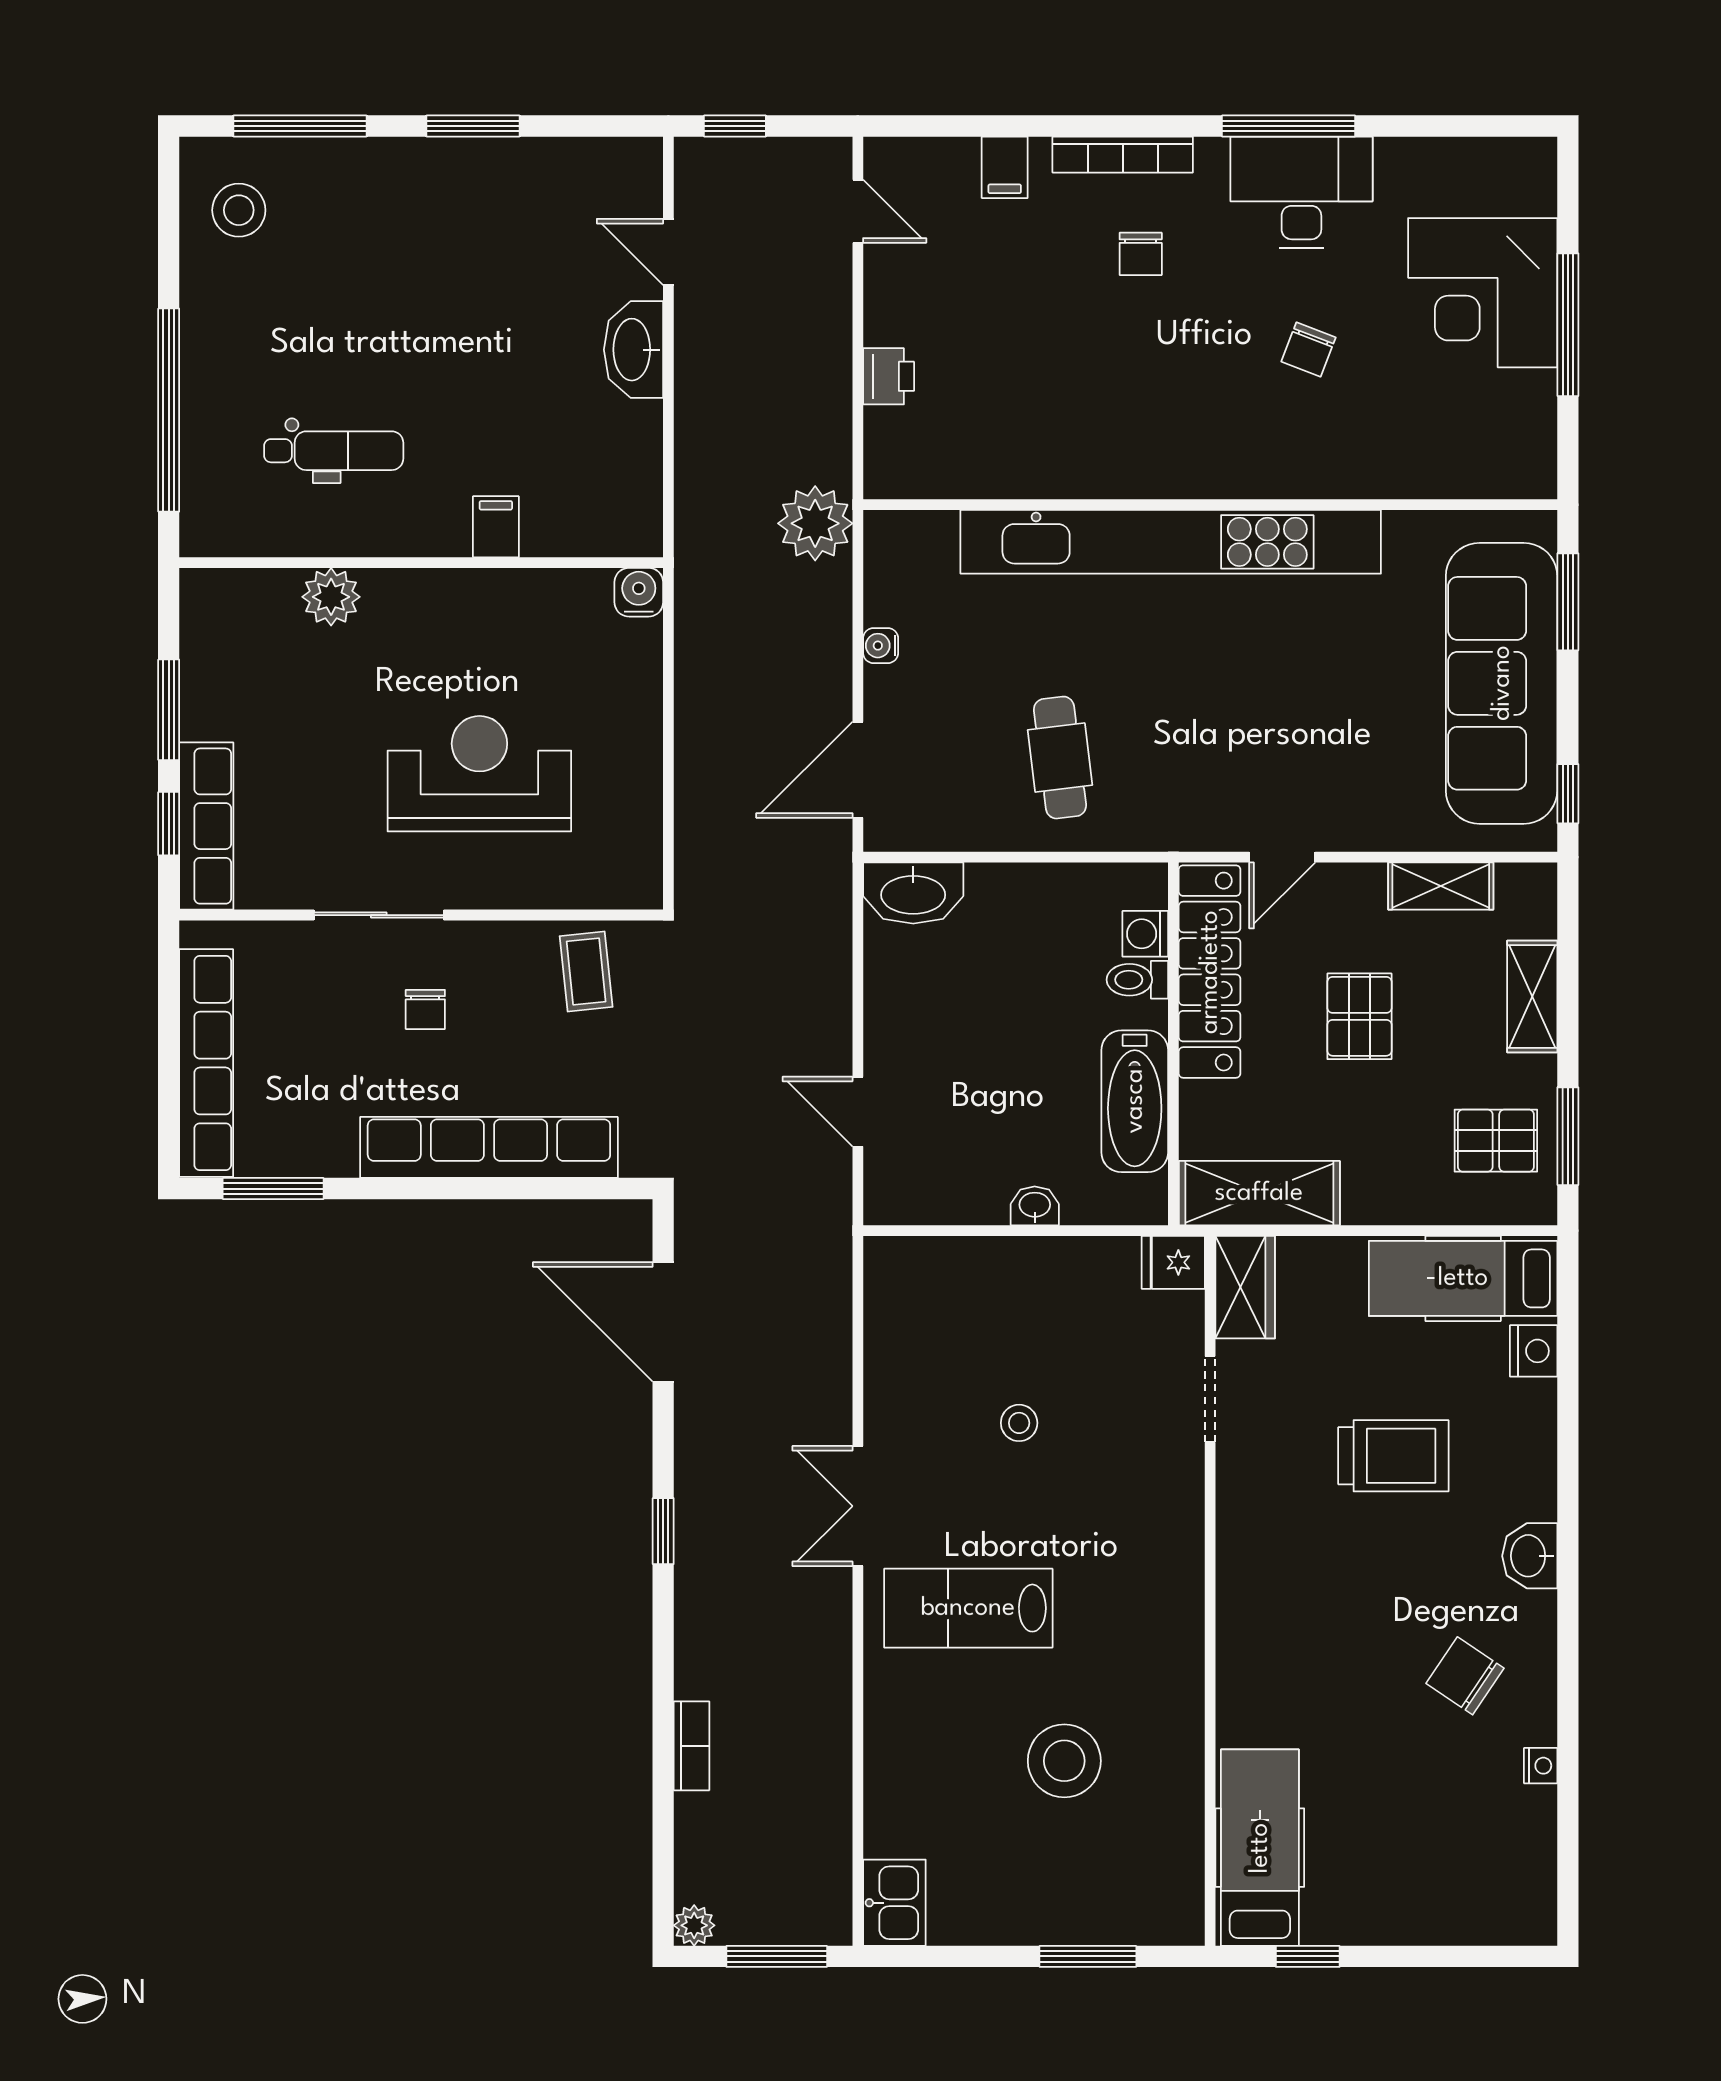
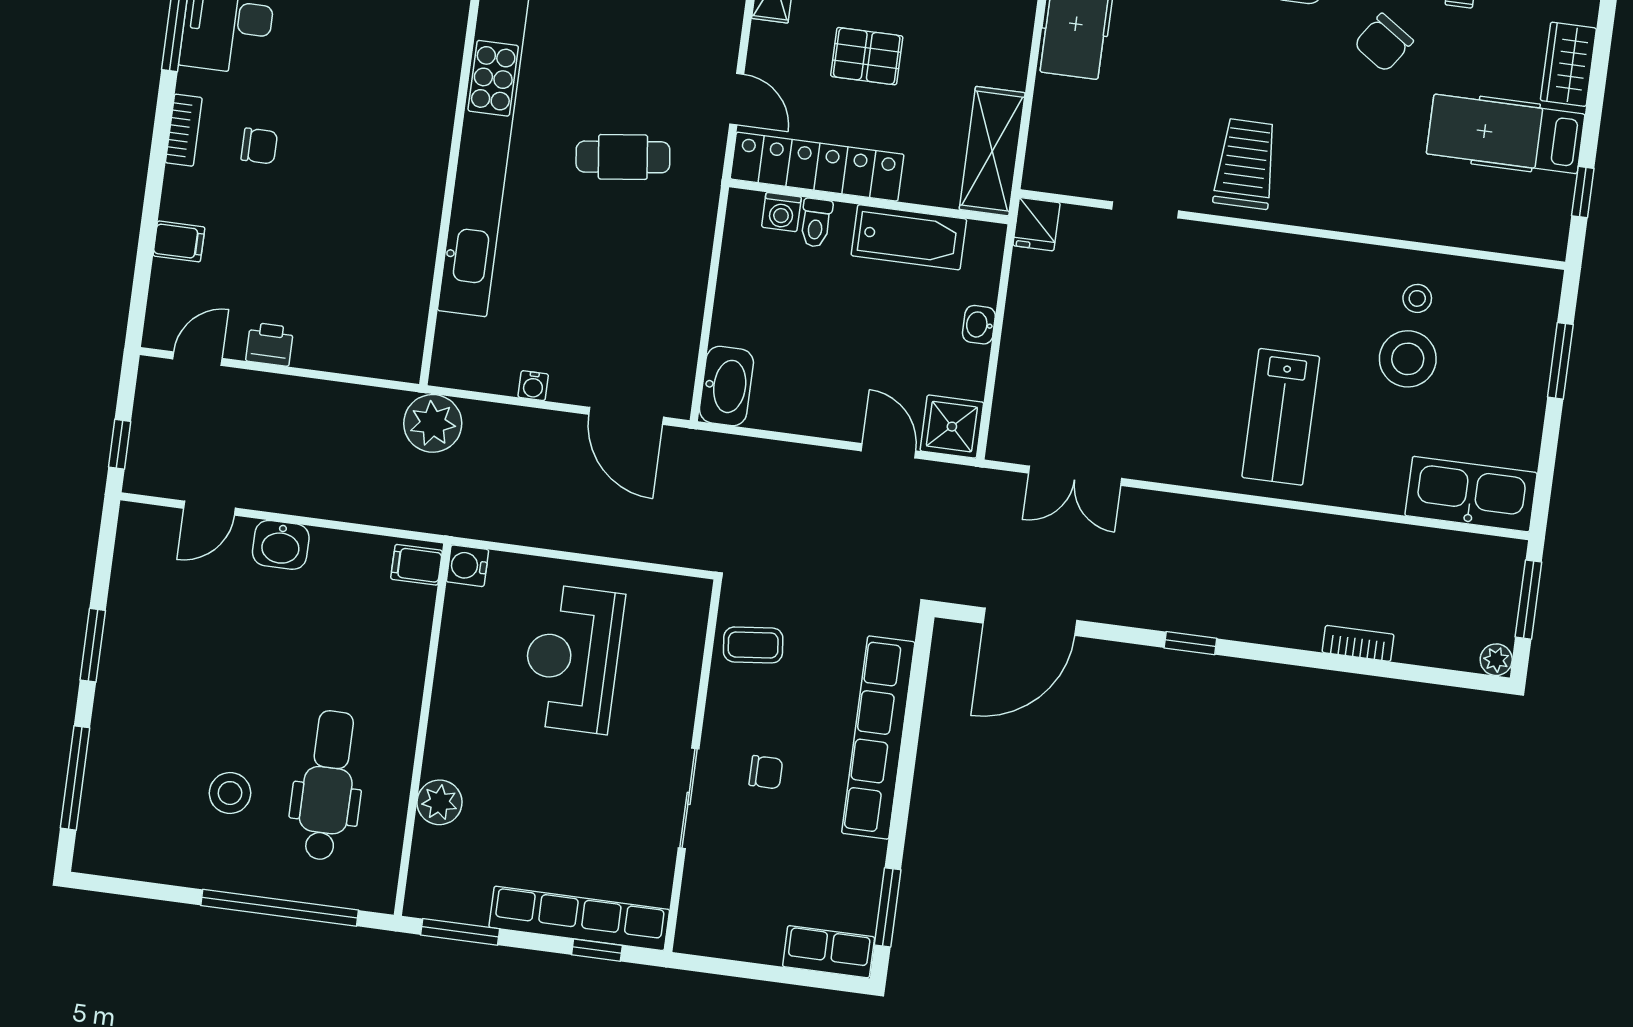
bookcase: (1123, 155) -> (184, 130), width x0.64
stool: (239, 210) -> (230, 793), moved
washbasin: (634, 350) -> (281, 545), width x0.72
chair: (1309, 350) -> (350, 27), removed
printer: (889, 376) -> (270, 344), moved
dental chair: (334, 451) -> (328, 785), width x1.36, depth x1.38
filing cabinet: (496, 527) -> (416, 565), moved
window: (169, 710) -> (460, 932), moved
cafe table: (1060, 758) -> (623, 157), moved
reception desk: (479, 774) -> (572, 659), moved
row of seats: (206, 826) -> (579, 918), width x1.36
row of seats: (206, 1063) -> (829, 952), width x0.50
door: (858, 1112) -> (888, 451), swing flipped
shower: (900, 1189) -> (952, 427), added
wardrobe: (1245, 1287) -> (1568, 64), moved, turned -90
stool: (1019, 1423) -> (1417, 298), moved
trolley: (1393, 1456) -> (1246, 164), moved
double door: (858, 1506) -> (1075, 476), moved
hospital bed: (1260, 1848) -> (1506, 134), moved
kitchen sink: (894, 1903) -> (1471, 494), width x1.87, depth x1.24

